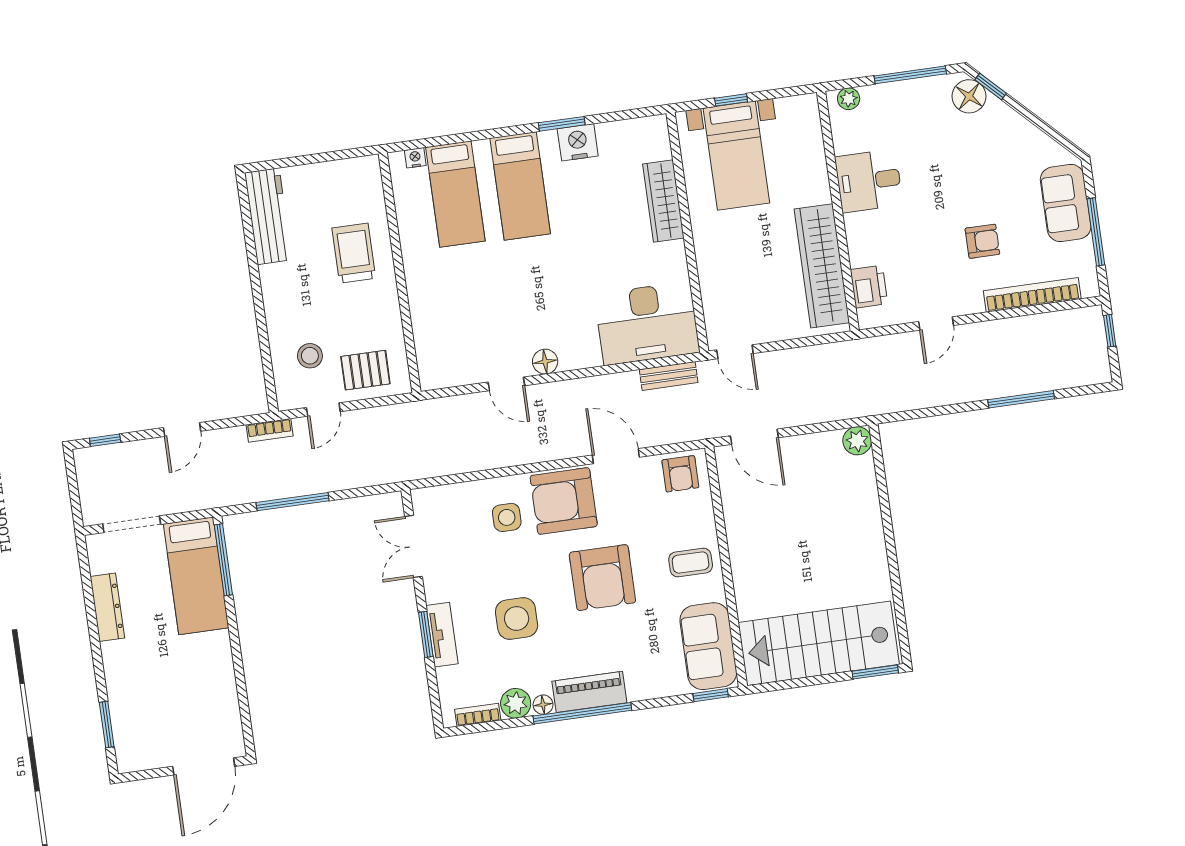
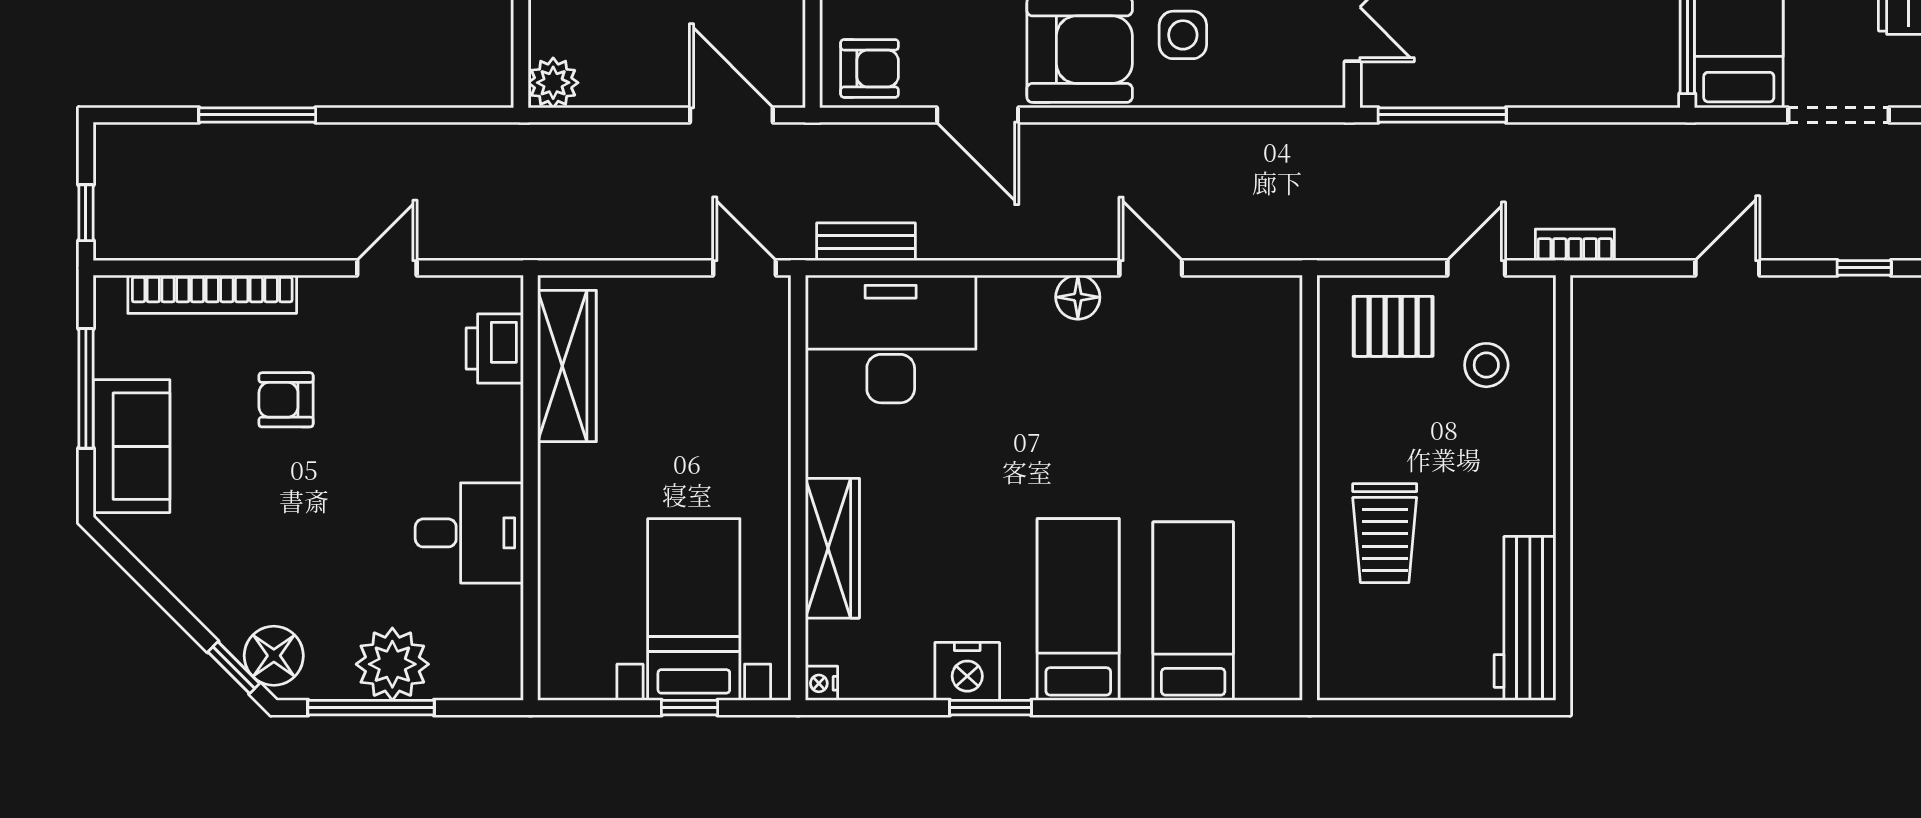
plant: (849, 99) -> (392, 664), moved, width x1.88, depth x1.88
nightstand: (415, 158) -> (822, 683), moved, turned 90
wardrobe: (822, 266) -> (567, 366), width x0.71, depth x0.85
armchair: (680, 474) -> (870, 68), turned 90
window: (293, 502) -> (1442, 115), moved

